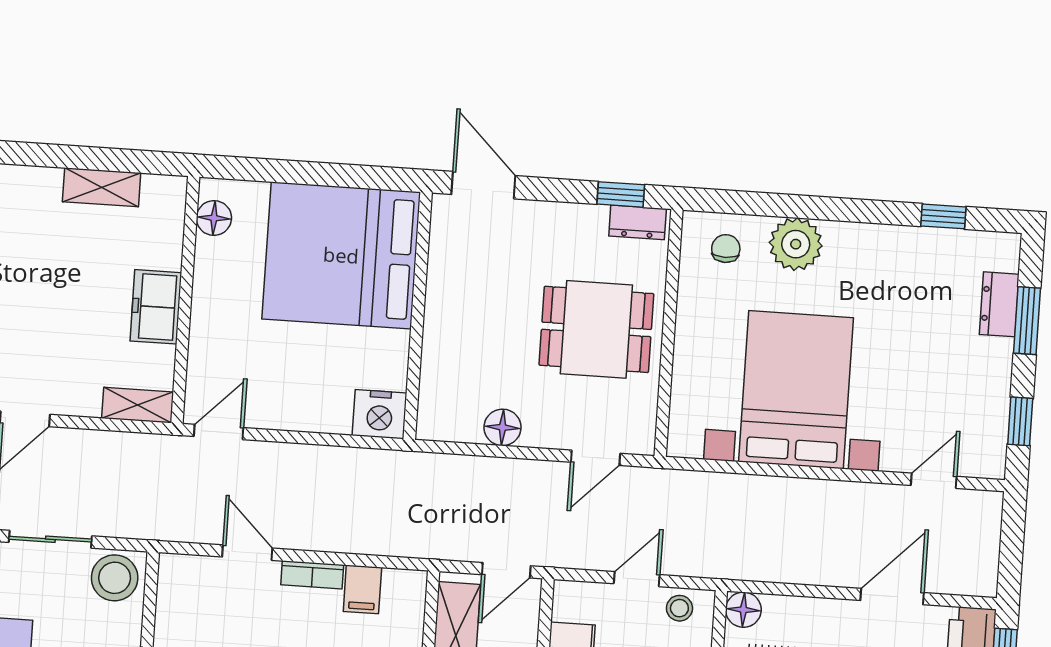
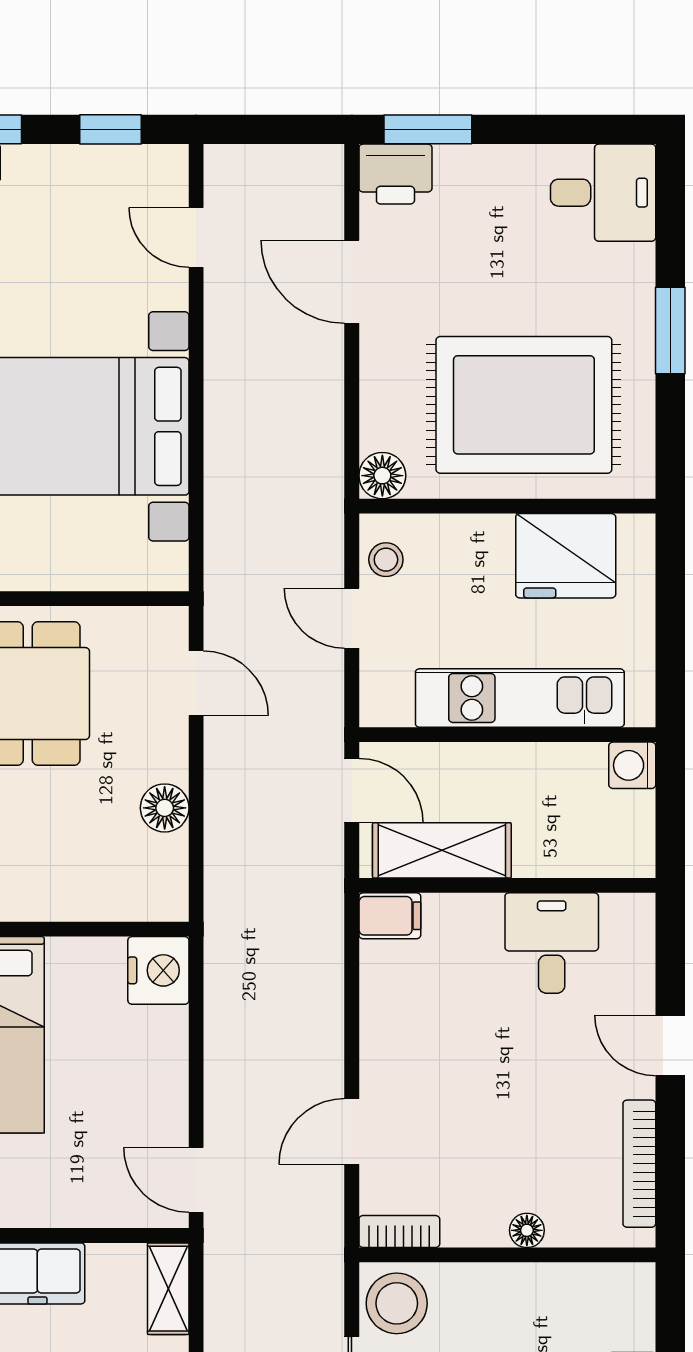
bookcase: (312, 575) -> (399, 1232), moved, turned -90
filing cabinet: (362, 589) -> (390, 916), moved

